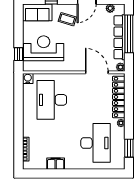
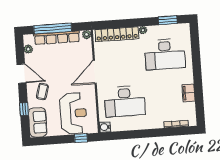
reception desk: (44, 48) -> (73, 113), turned 180
door: (97, 72) -> (95, 72), moved
desk: (96, 143) -> (165, 54), turned 180

